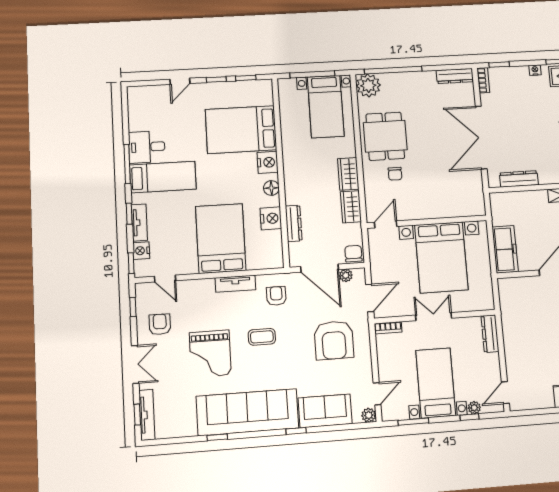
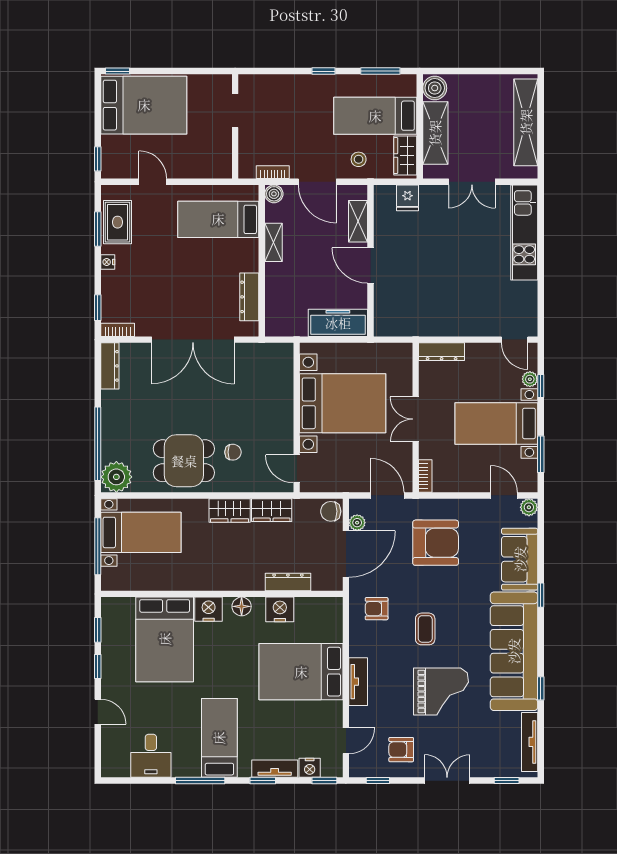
desk: (147, 147) -> (151, 756), moved
tv unit: (235, 284) -> (358, 682), moved
tv unit: (147, 415) -> (530, 742), moved, turned -90

